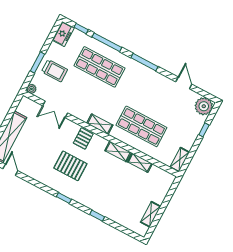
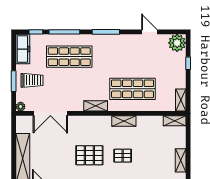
freezer: (63, 34) -> (23, 49), width x1.40
double door: (55, 109) -> (50, 113), width x1.37
pallet: (83, 138) -> (123, 156), moved, turned 90
shelving: (140, 163) -> (175, 121), moved

